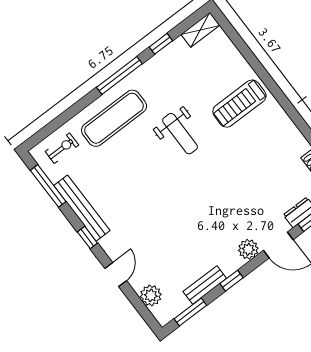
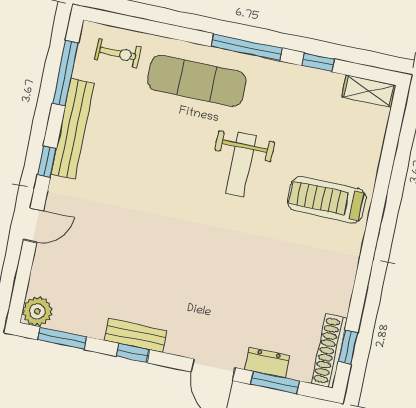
plant: (248, 249) -> (181, 342), removed
bench: (205, 285) -> (136, 335), moved
plant: (151, 295) -> (37, 311), moved

